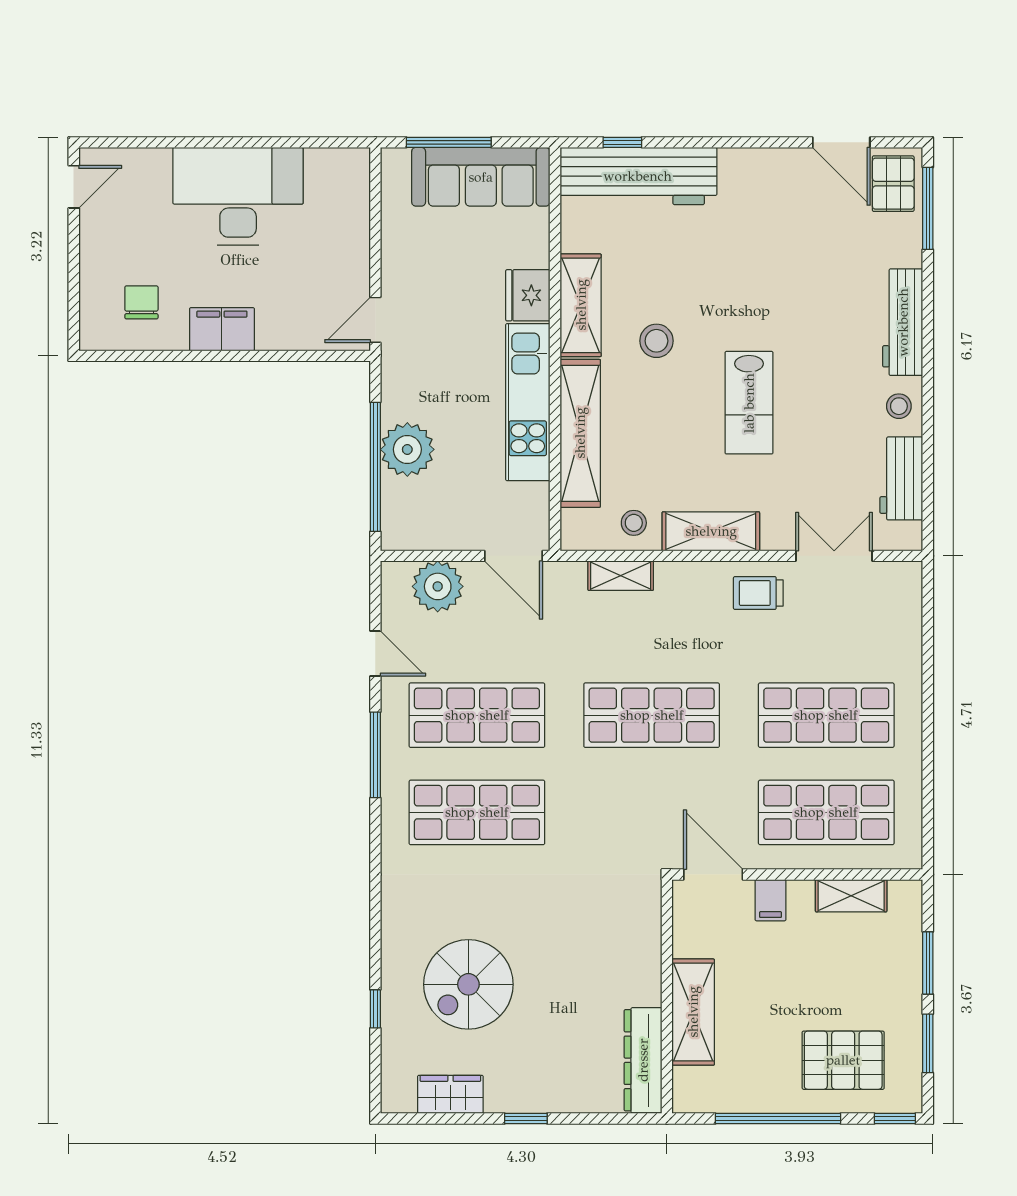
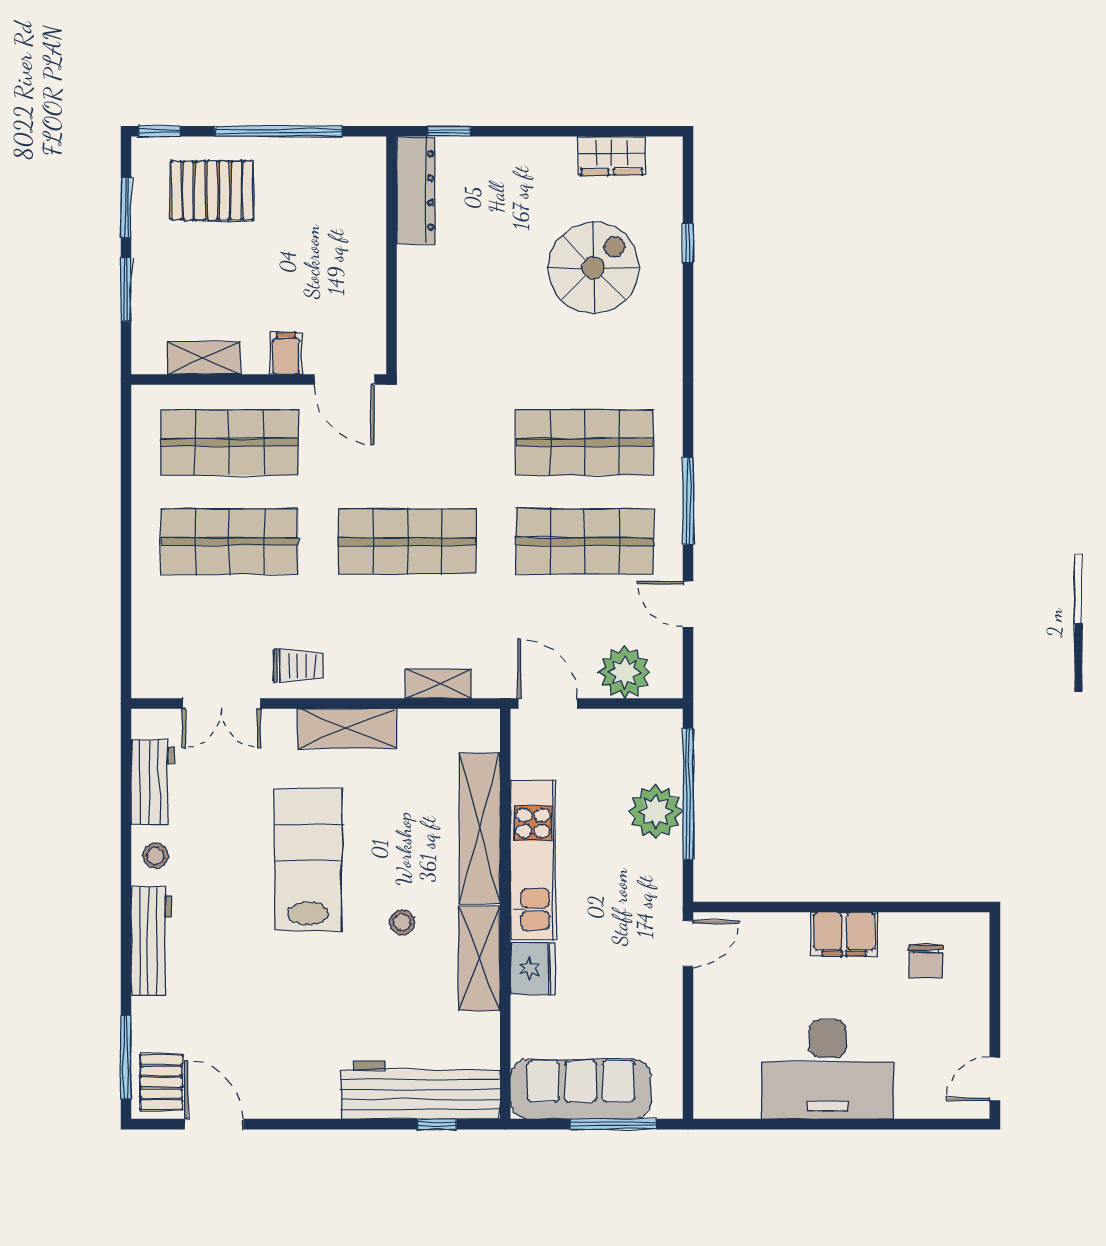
stool: (656, 341) -> (402, 922), width x0.73, depth x0.73
lab bench: (749, 403) -> (308, 859), width x1.36, depth x1.39
stool: (634, 523) -> (425, 737), removed
shelving: (693, 1012) -> (365, 239), removed
window: (526, 1118) -> (449, 131), moved

